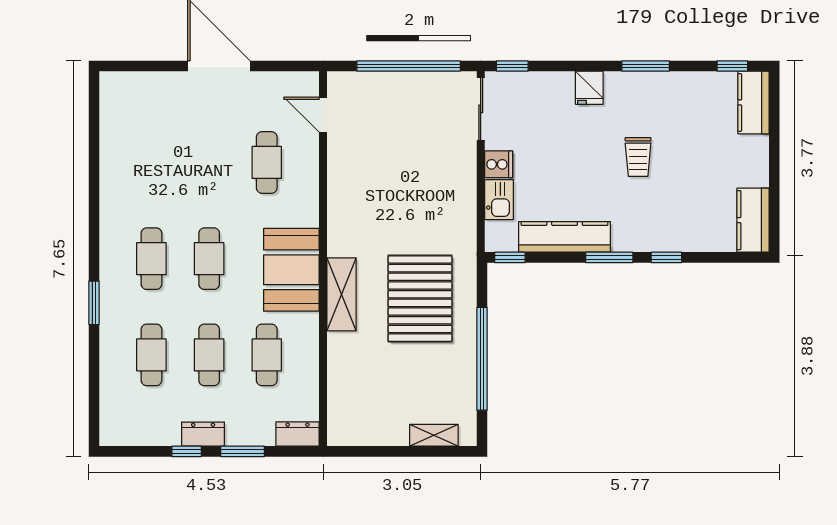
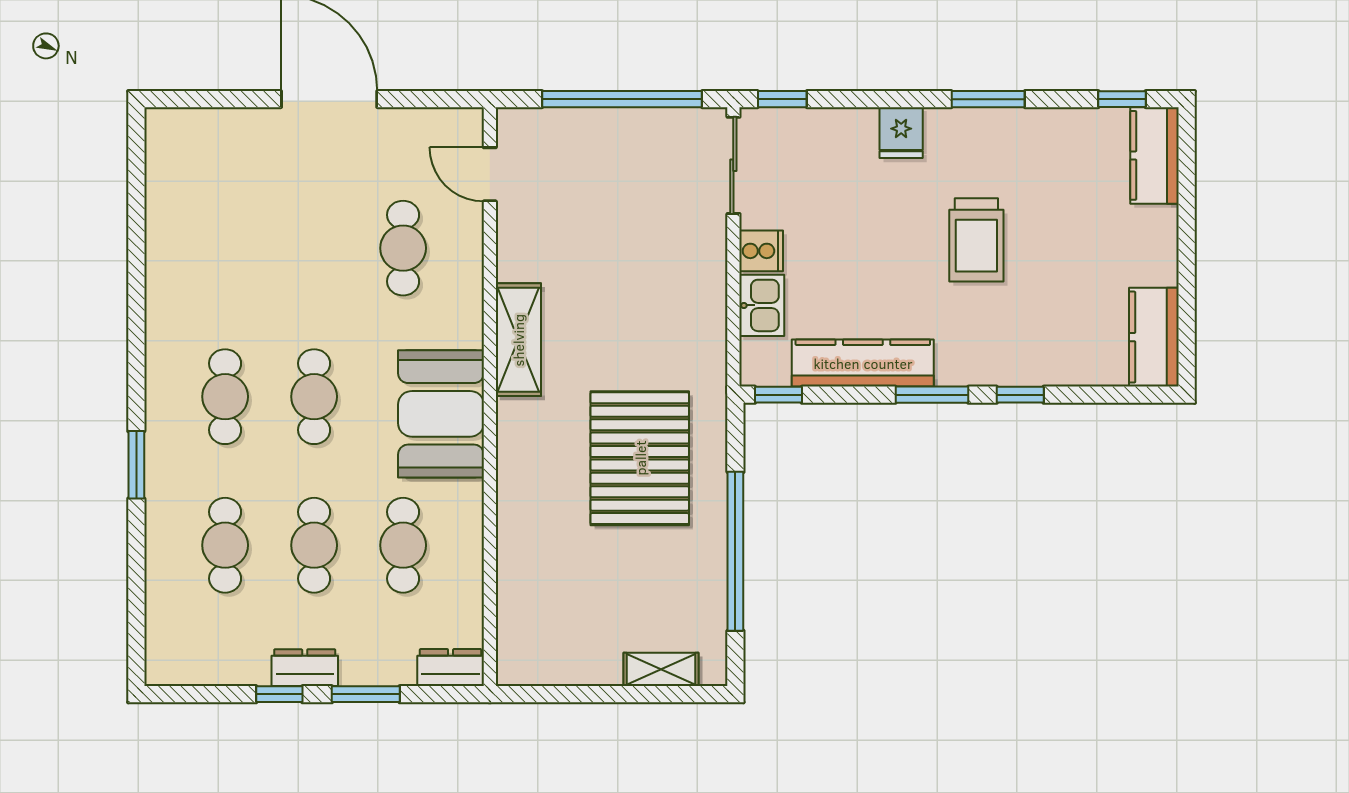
trolley: (638, 157) -> (976, 240), width x1.36, depth x1.39
shelving: (341, 294) -> (518, 340), moved

